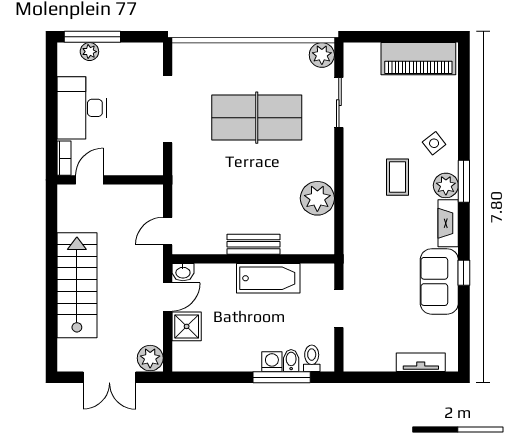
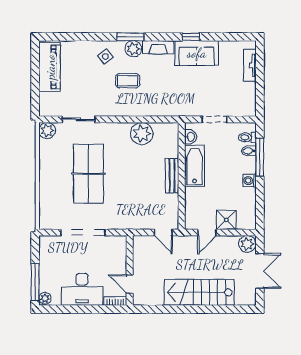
plant: (89, 52) -> (45, 298), moved
washbasin: (183, 272) -> (190, 137), moved
door: (168, 297) -> (207, 233), swing flipped
washing machine: (272, 362) -> (250, 180), moved

